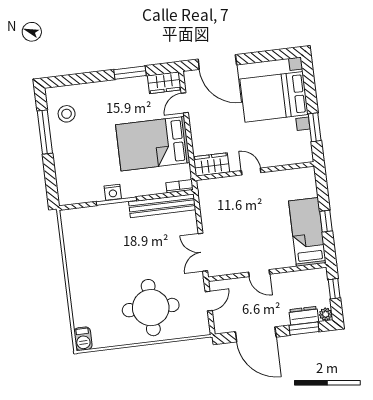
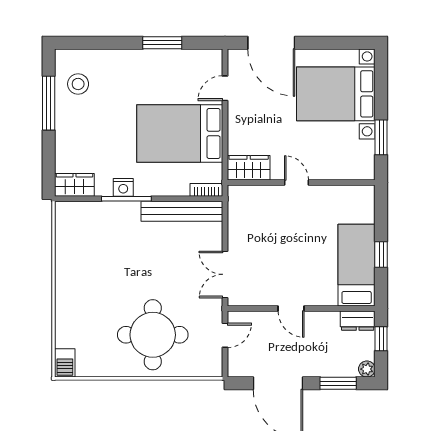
wardrobe: (164, 83) -> (74, 185), moved, turned 180
dresser: (304, 316) -> (358, 321), moved, turned 180

